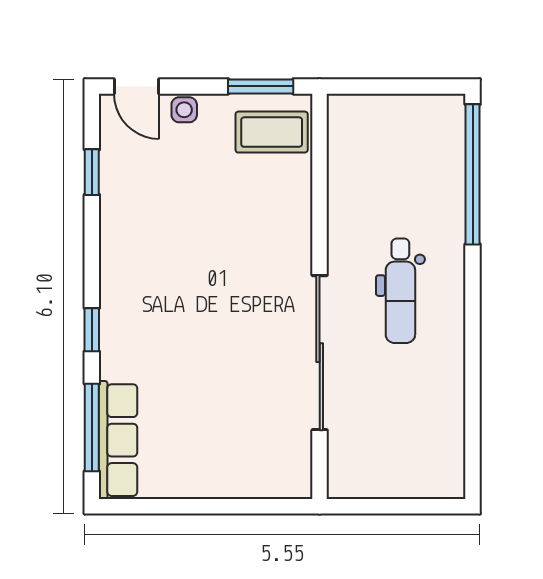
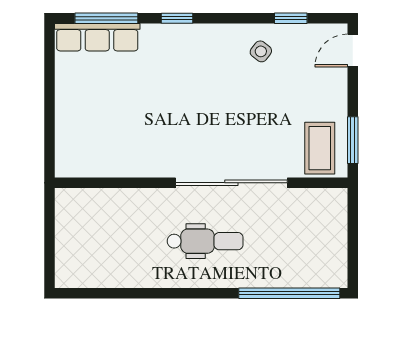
side table: (184, 110) -> (261, 51), moved, turned 38
dental chair: (400, 291) -> (205, 241), turned 180
sliding door: (320, 353) -> (231, 183), moved

